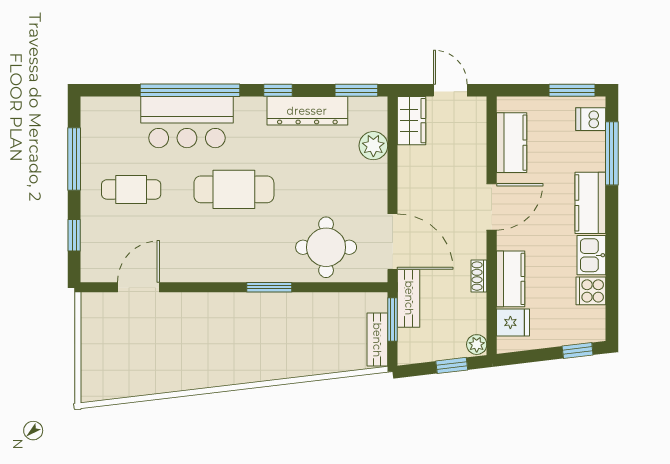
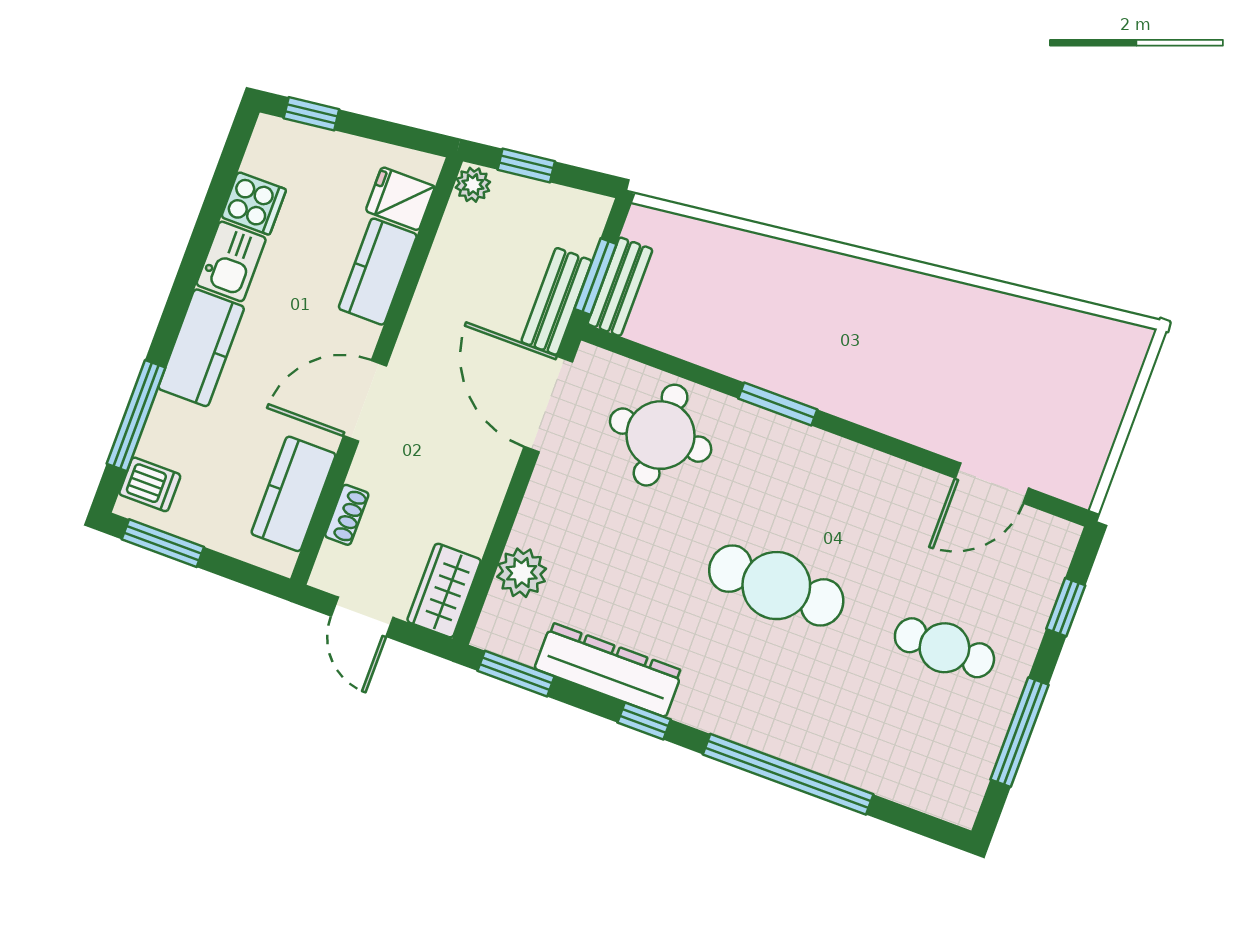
bar counter: (187, 122) -> (812, 724), removed
shoe rack: (479, 276) -> (347, 515), moved
bench: (377, 340) -> (620, 287), moved

